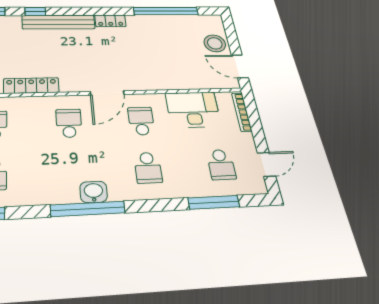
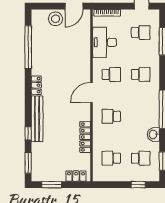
door: (107, 93) -> (92, 93), swing flipped
school desk: (141, 121) -> (111, 74), turned 180
washbasin: (94, 192) -> (153, 134), moved

